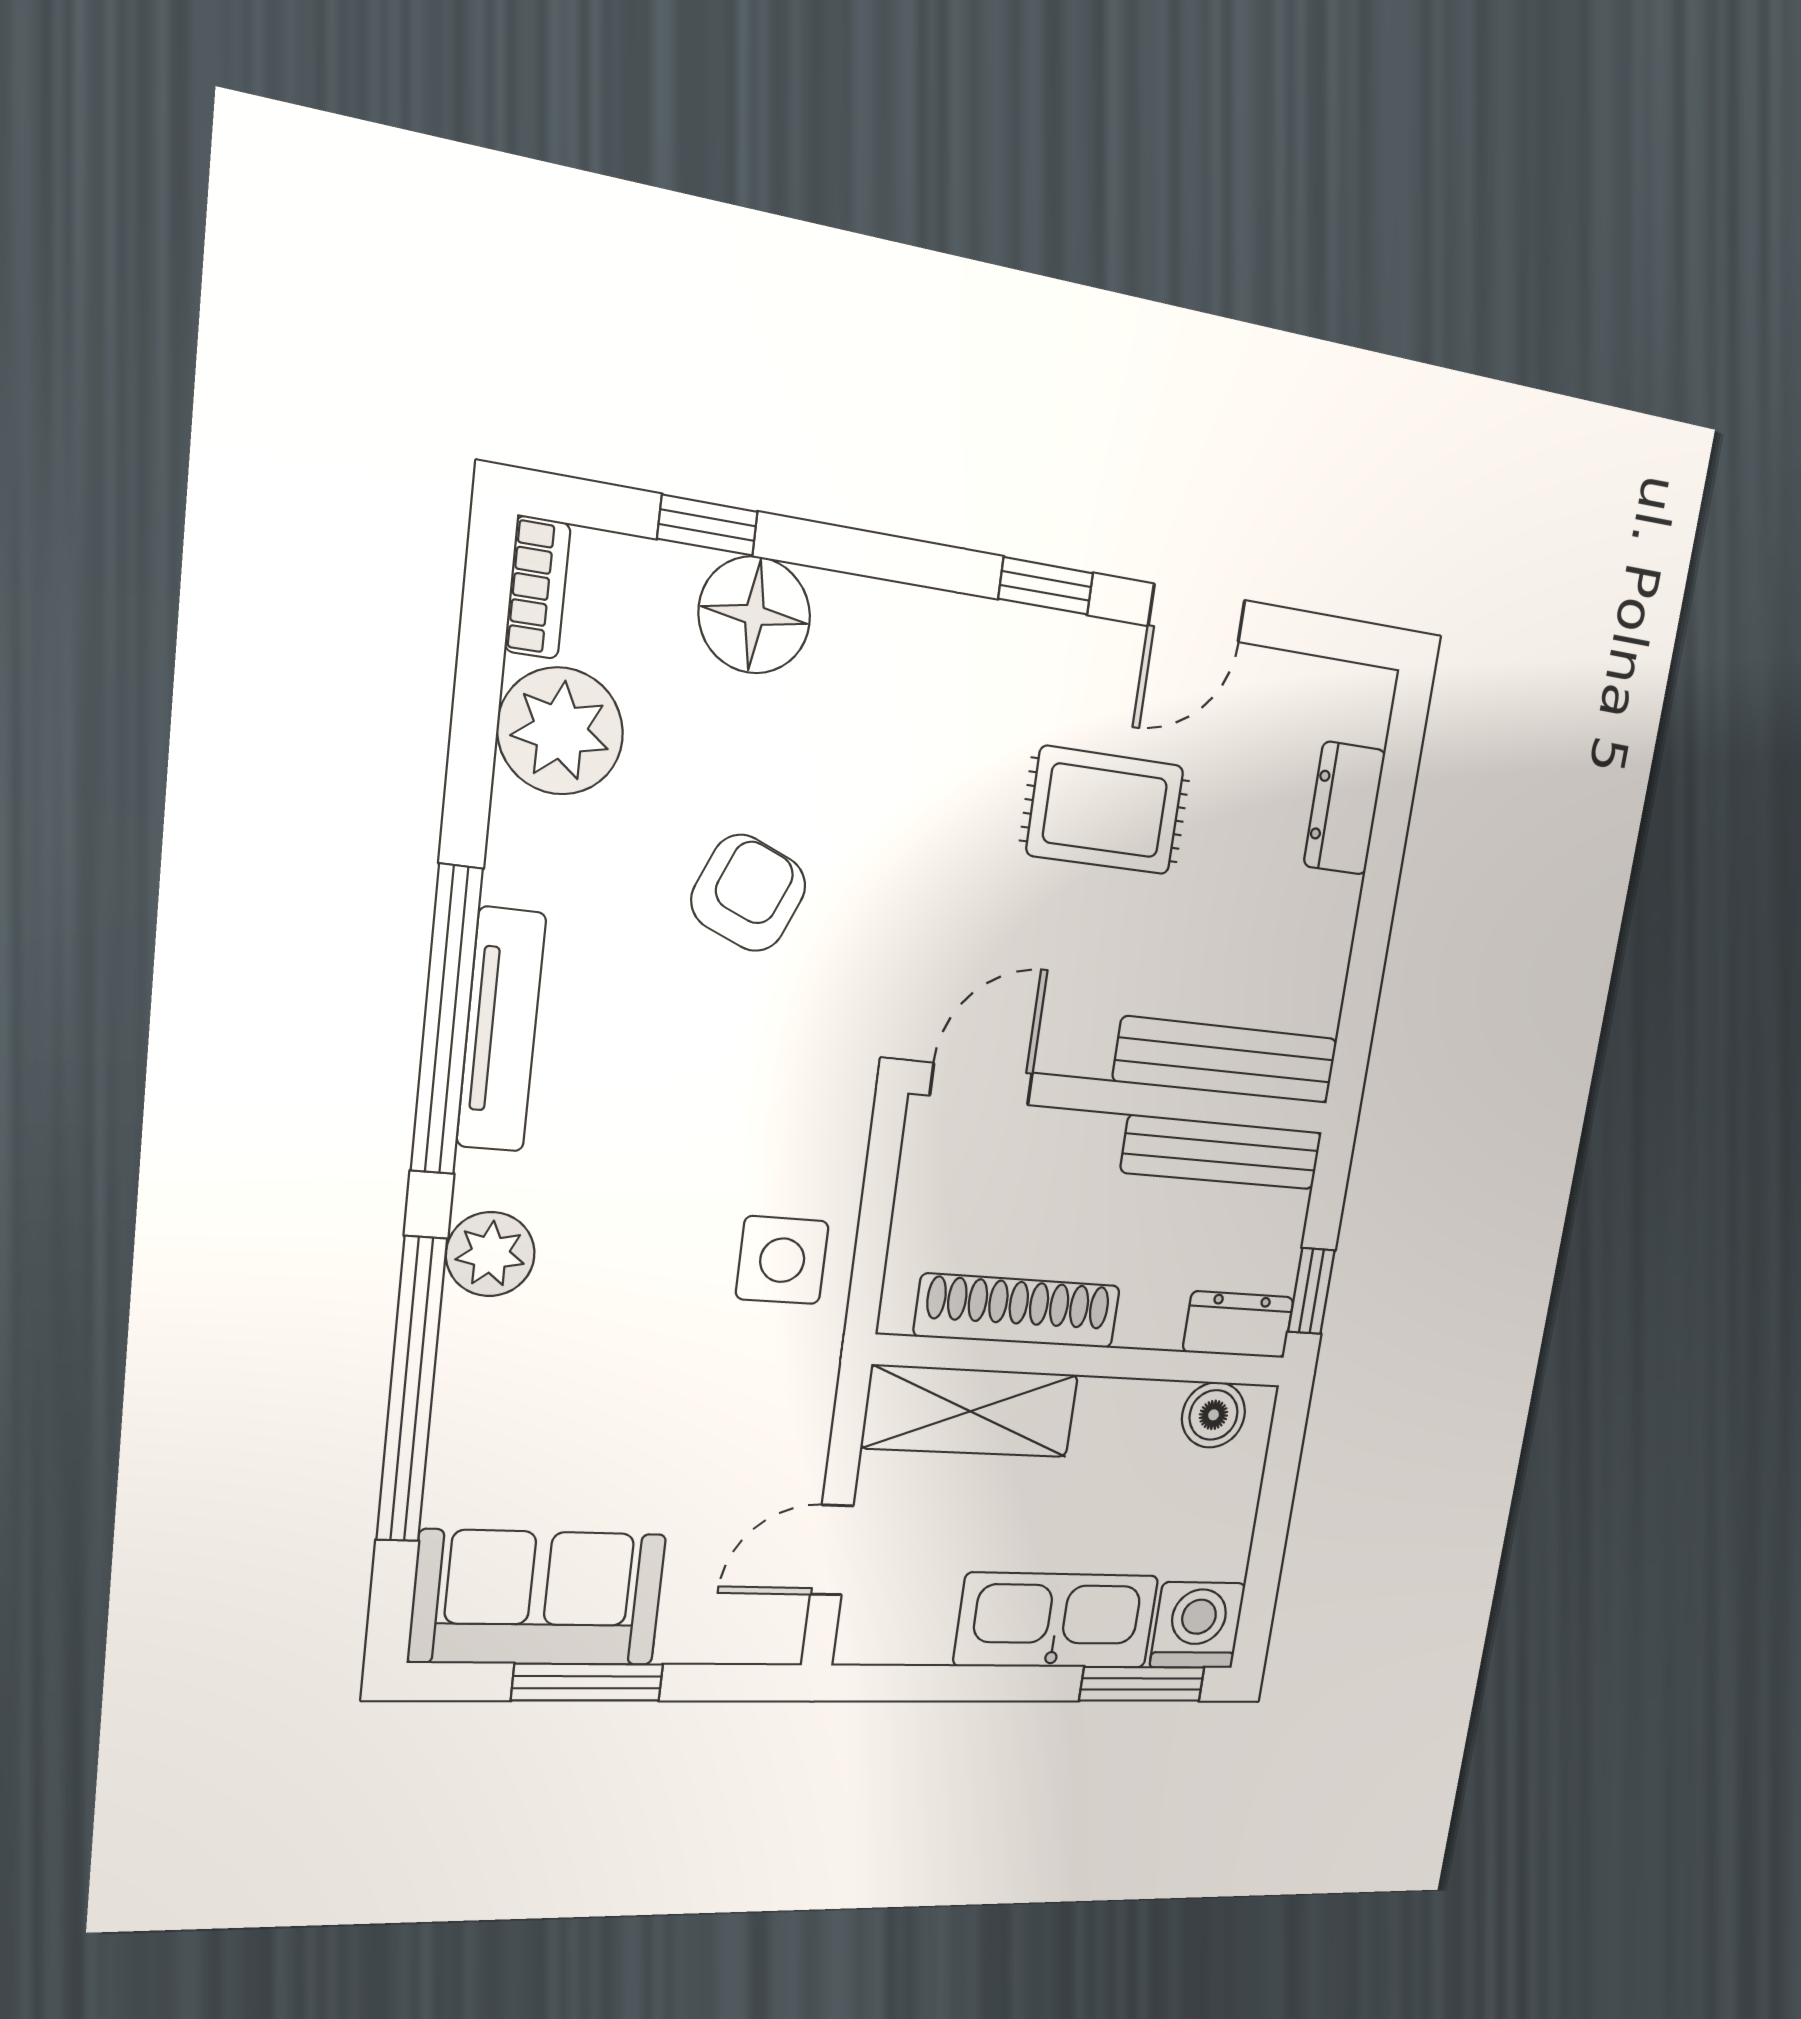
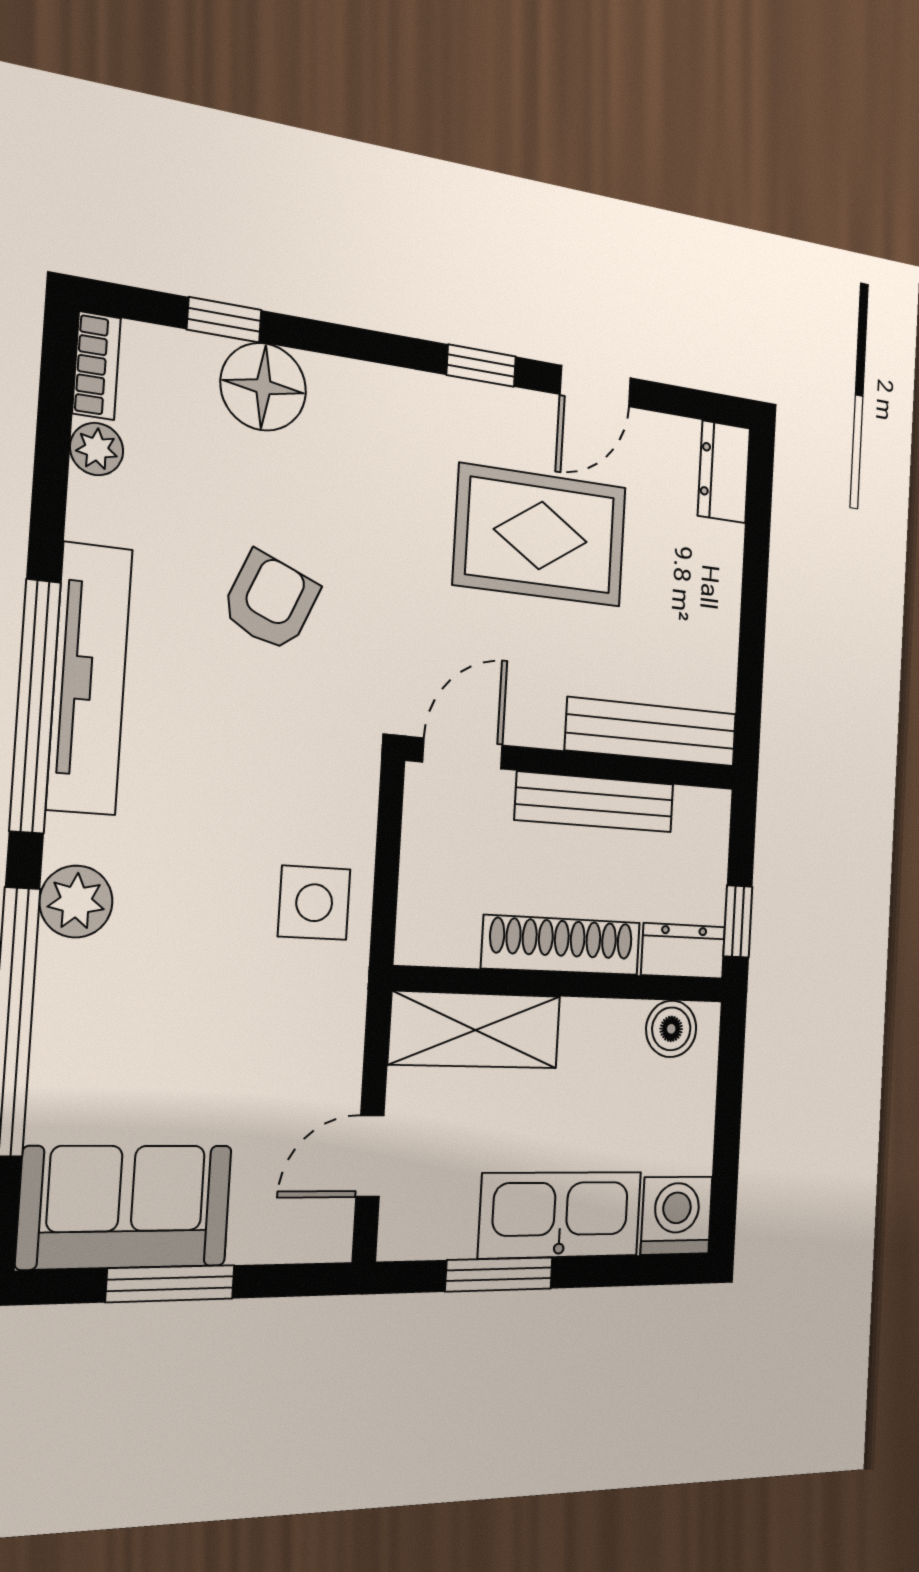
plant: (560, 731) -> (97, 449), width x0.53, depth x0.53
dresser: (1345, 808) -> (724, 472), moved
rug: (1105, 810) -> (540, 535), width x1.36, depth x1.43
tv unit: (501, 1030) -> (89, 679), width x1.36, depth x1.29
bench: (1222, 1152) -> (595, 802), moved
shoe rack: (1018, 1311) -> (561, 945), moved
window: (1142, 1684) -> (499, 1274), moved

